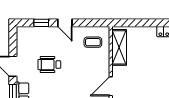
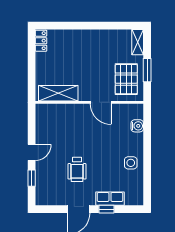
coffee table: (93, 42) -> (53, 122), removed

